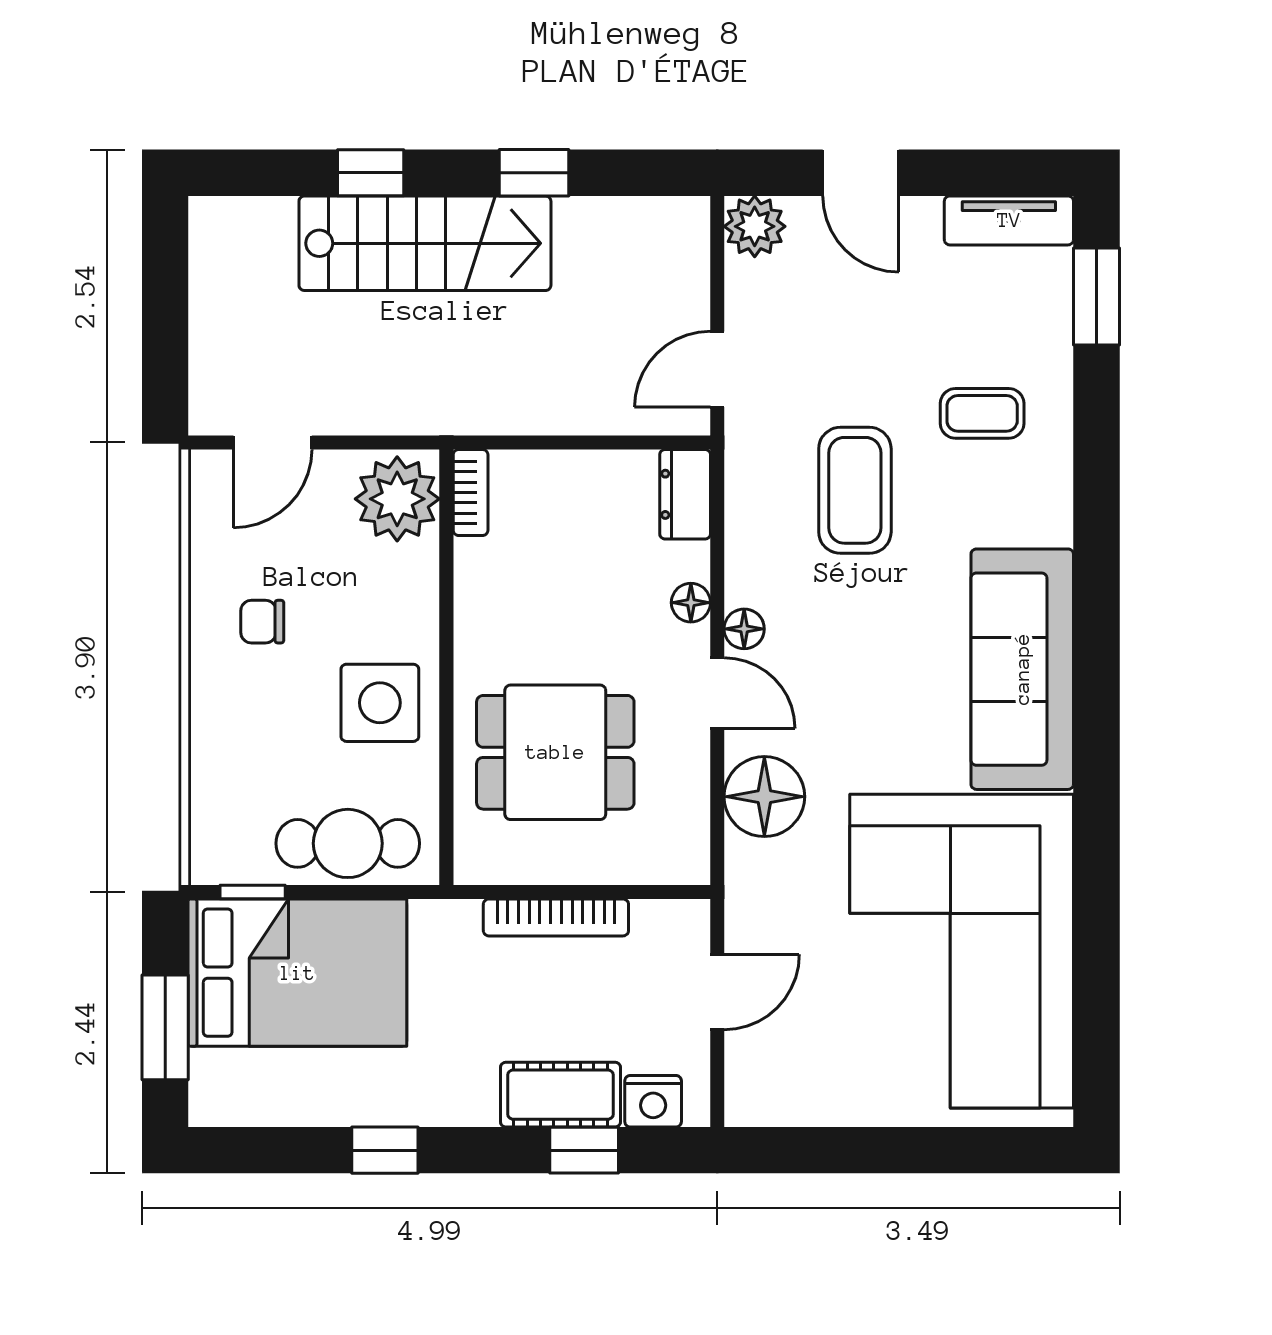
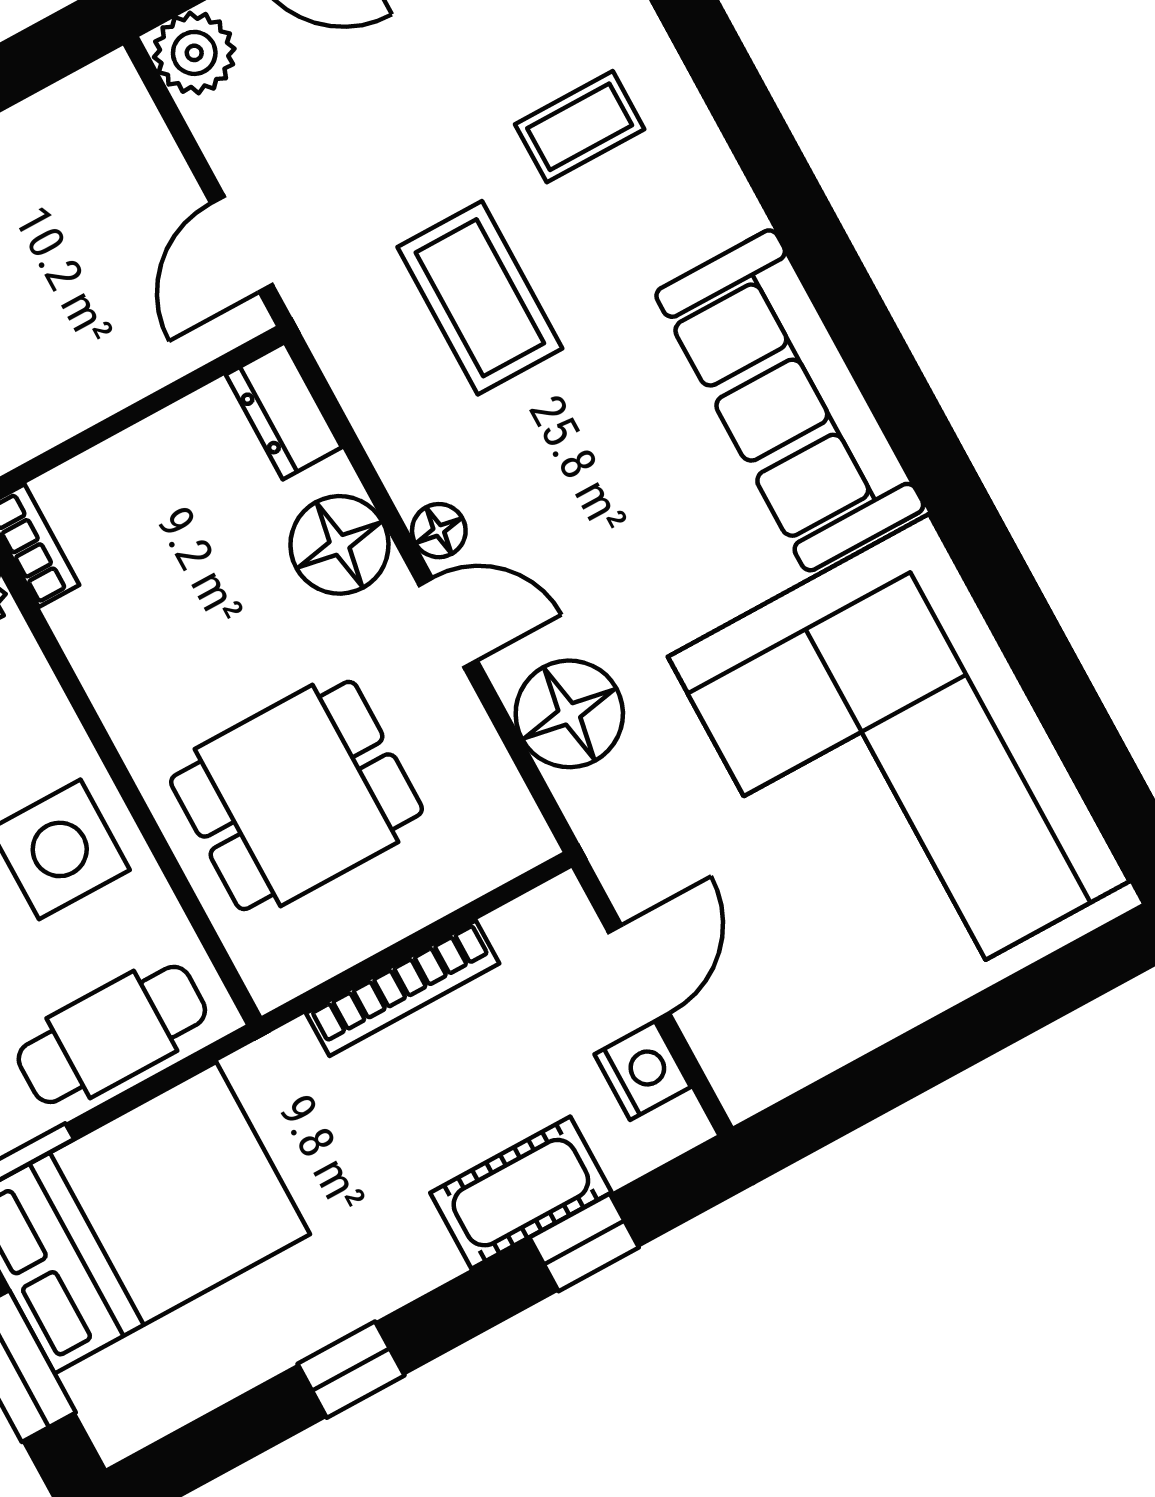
floor lamp: (691, 603) -> (339, 545), width x1.89, depth x1.89
nightstand: (653, 1101) -> (643, 1071), moved, turned -90

